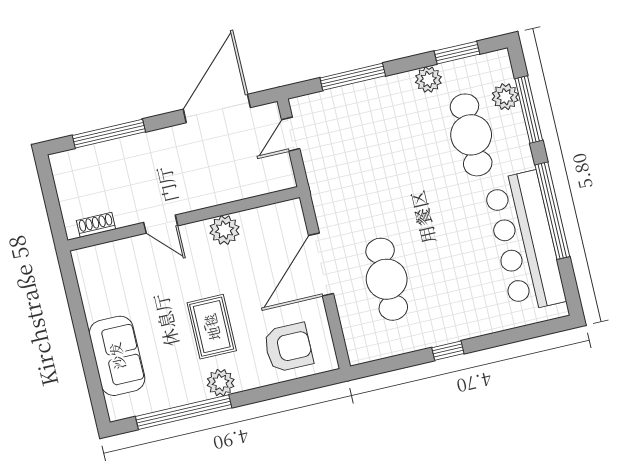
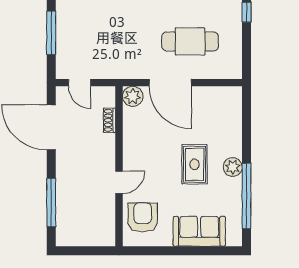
shoe rack: (96, 225) -> (109, 120), moved
plant: (225, 230) -> (133, 96), moved
rug: (212, 327) -> (195, 164), turned 90
armchair: (288, 347) -> (143, 217), moved

